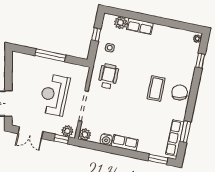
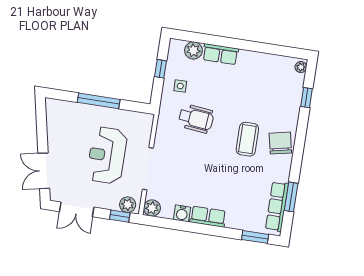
wheelchair: (108, 76) -> (196, 119), moved, turned 96

